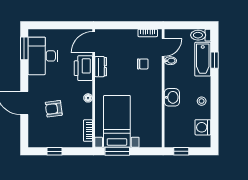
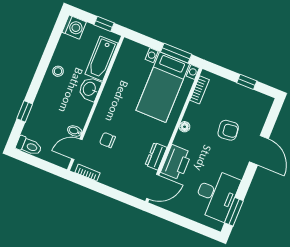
bathtub: (203, 59) -> (101, 59), moved, turned 180
washing machine: (203, 127) -> (74, 27), moved

